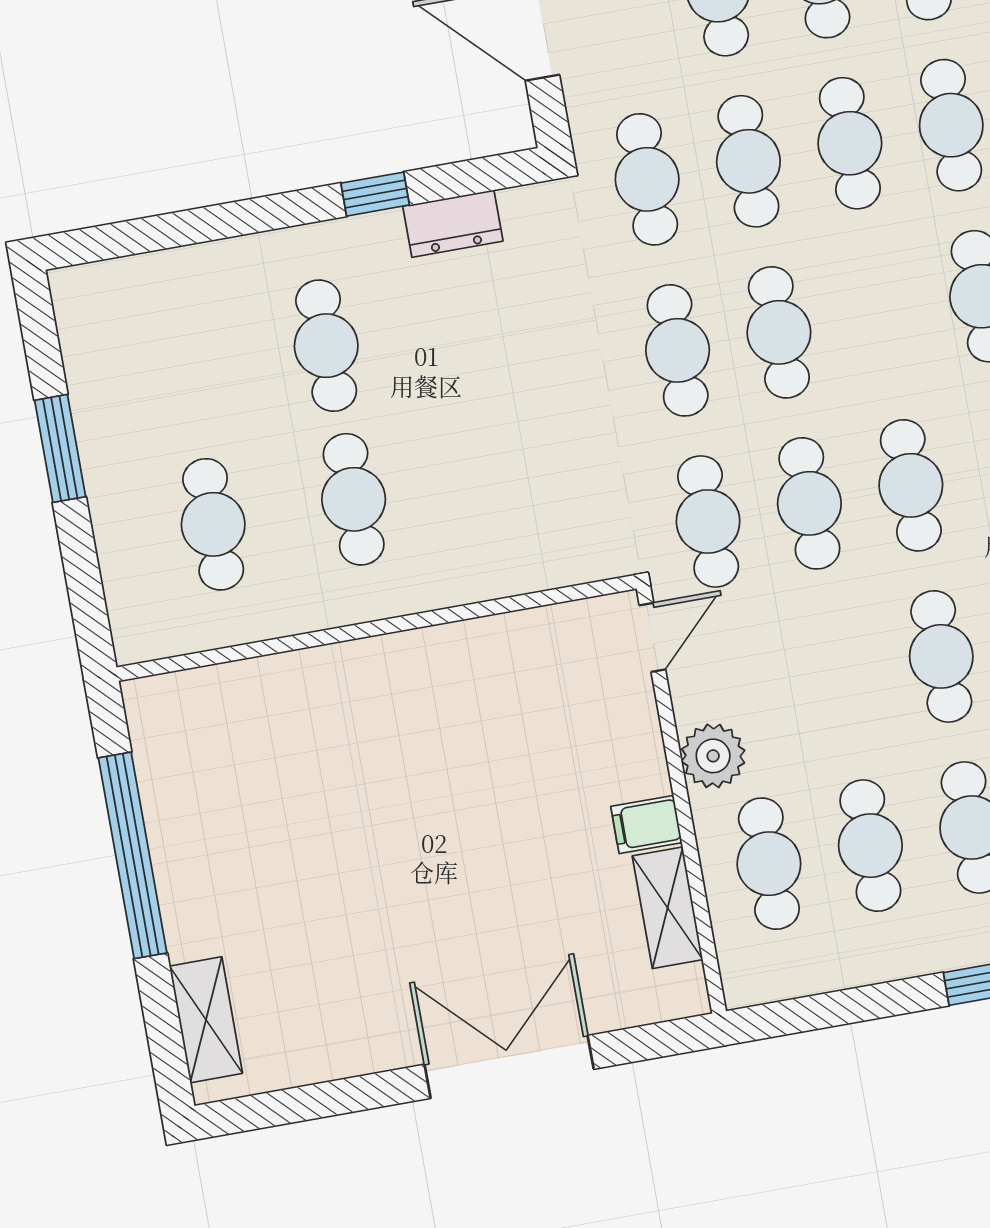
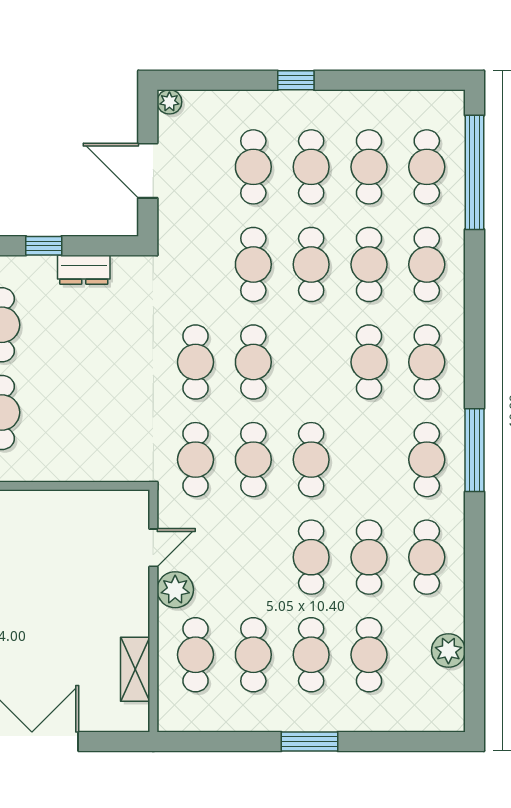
cafe table: (647, 179) -> (196, 264), removed
door: (652, 637) -> (153, 548), moved
filing cabinet: (646, 825) -> (132, 621), removed

